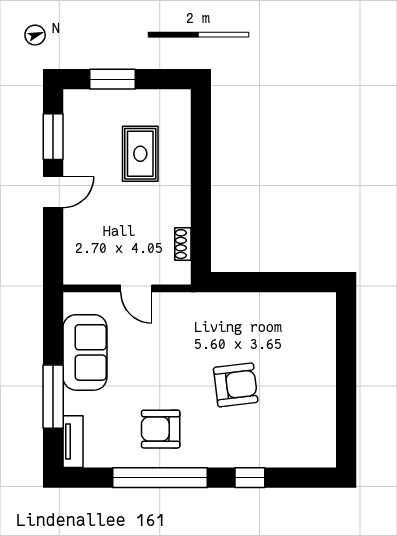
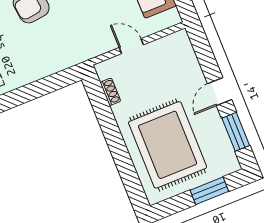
rug: (140, 154) -> (168, 145), width x1.86, depth x2.06

